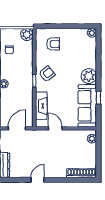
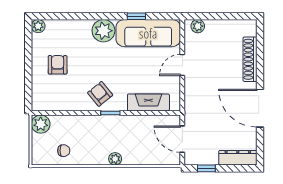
armchair: (53, 44) -> (58, 65), moved
door: (55, 128) -> (182, 65), moved
shoe rack: (82, 173) -> (250, 59), moved
door: (37, 180) -> (260, 108), width x1.88

